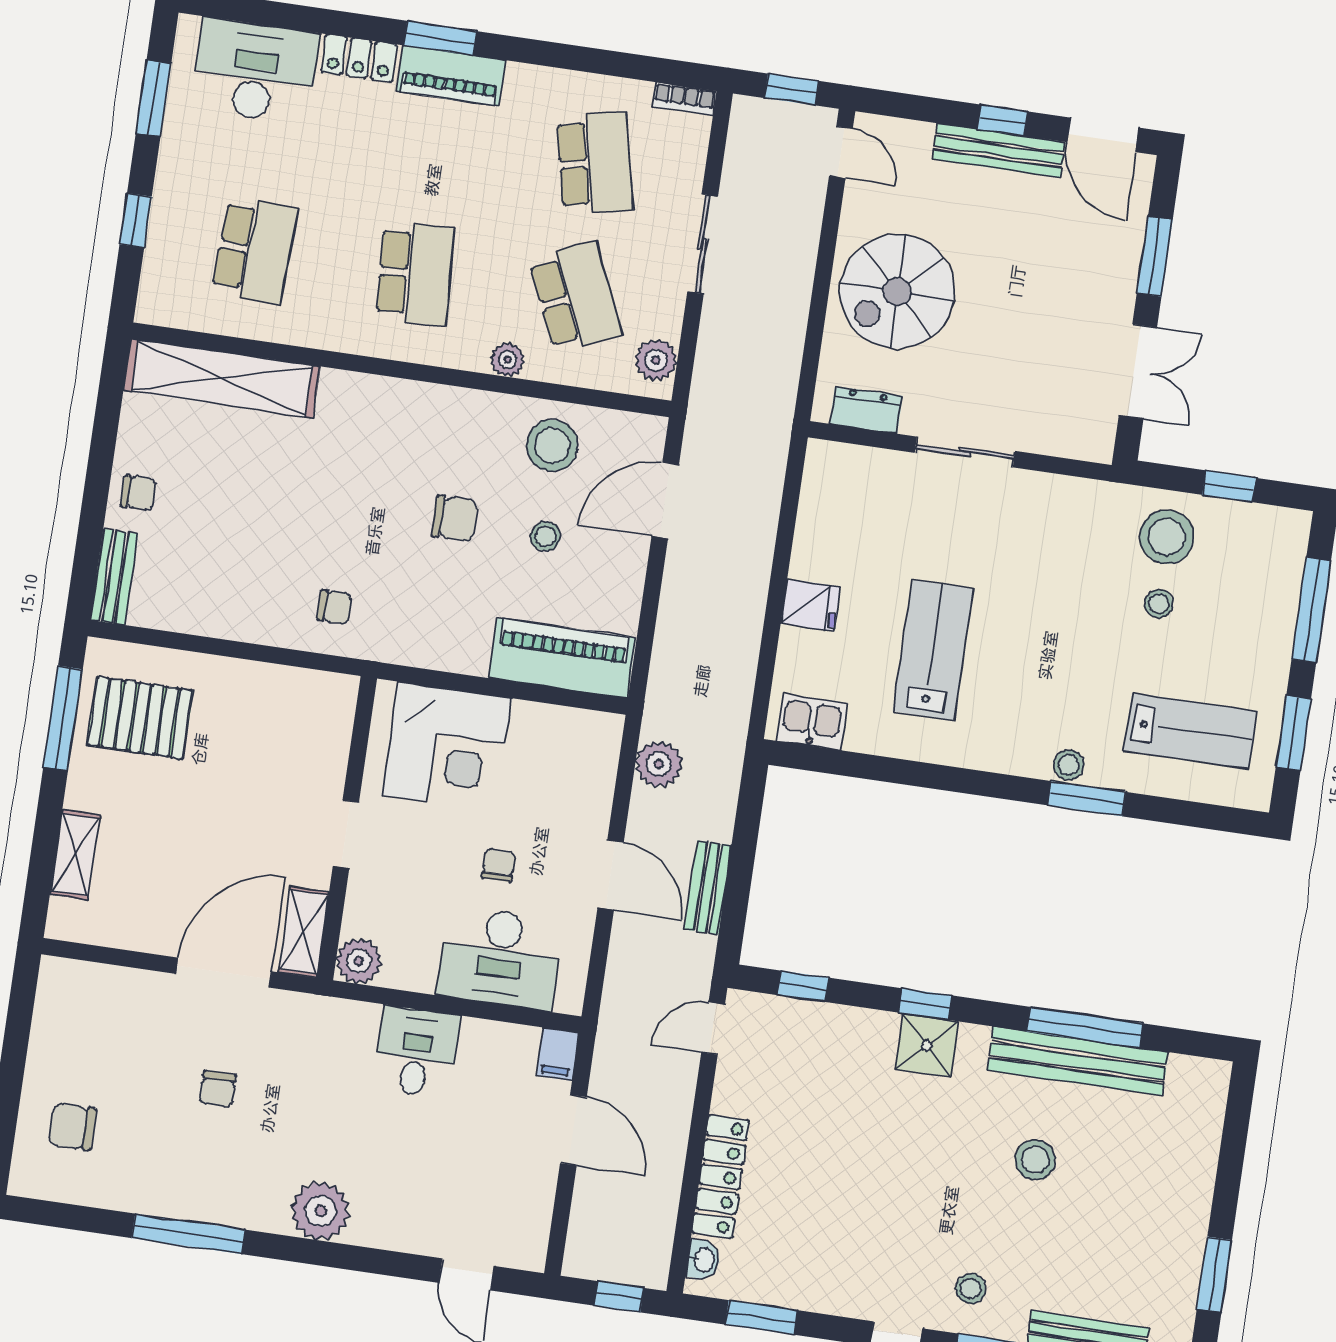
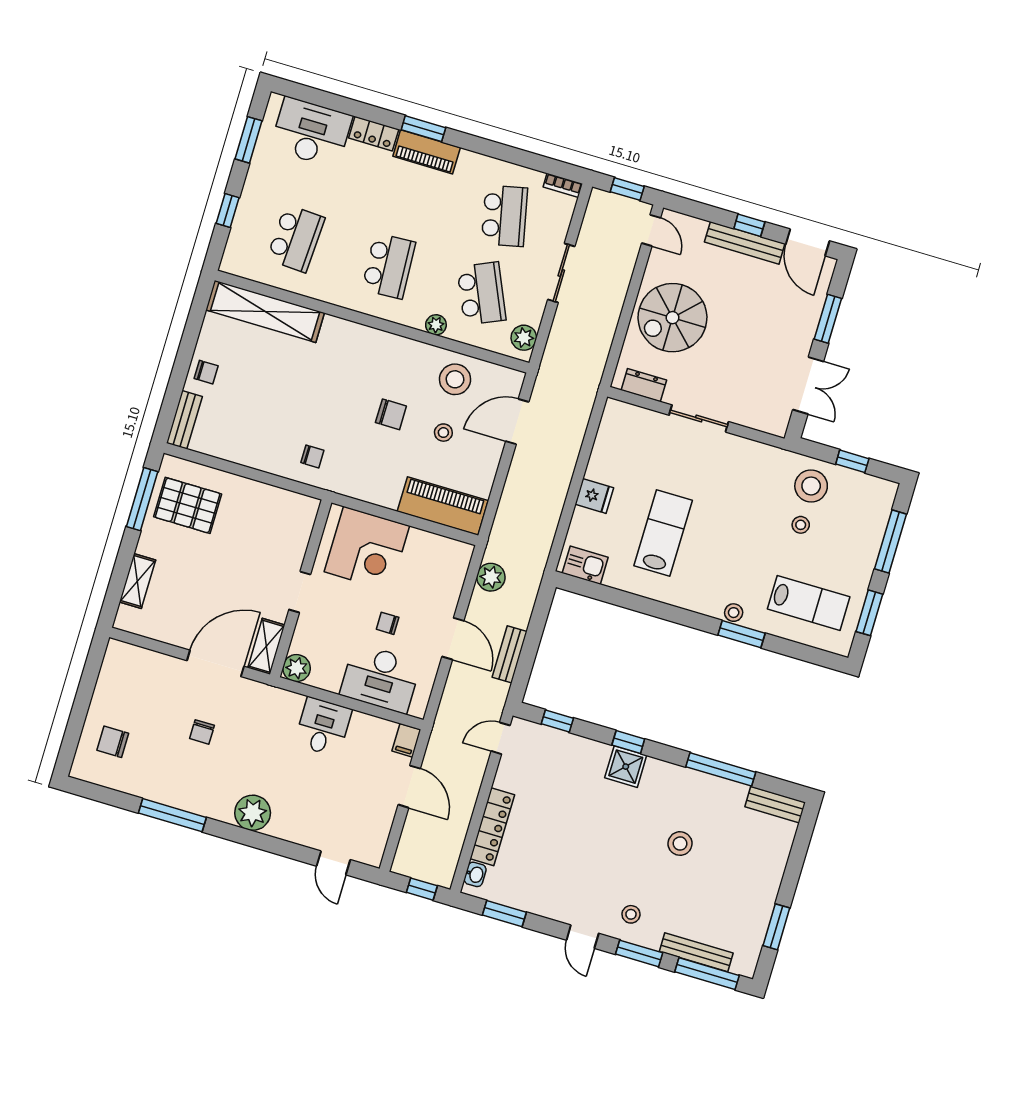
chair: (499, 865) -> (388, 623), turned -90
bench: (1078, 1061) -> (775, 805), moved, width x0.54, depth x0.82

